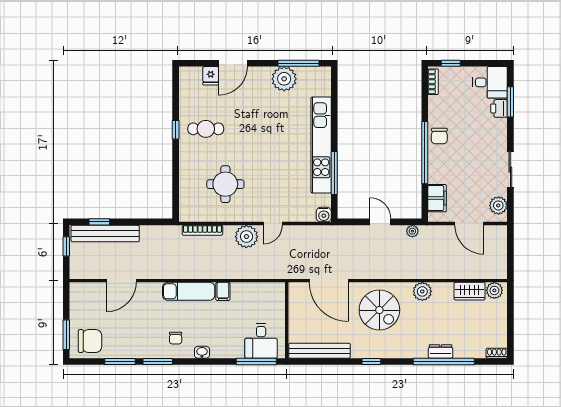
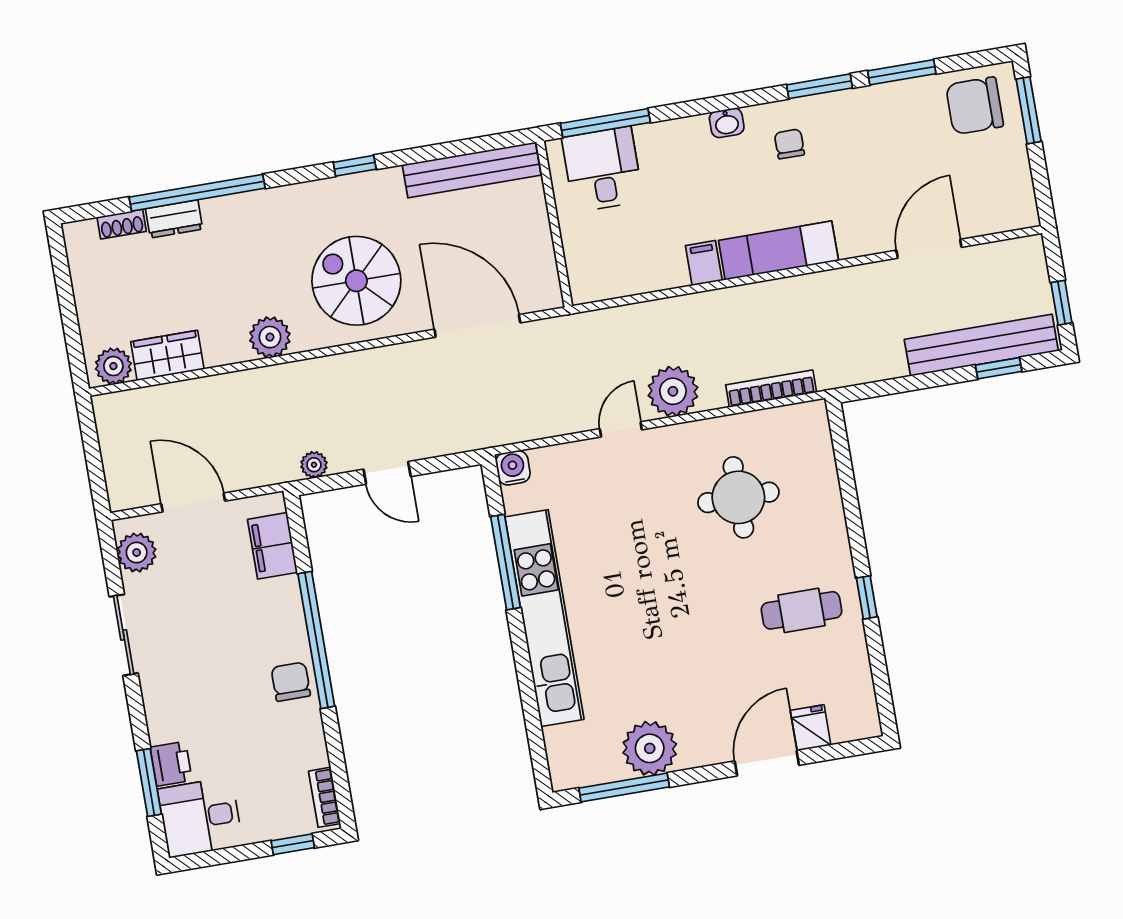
dresser: (441, 352) -> (174, 219), moved
shoe rack: (497, 353) -> (122, 224), moved

